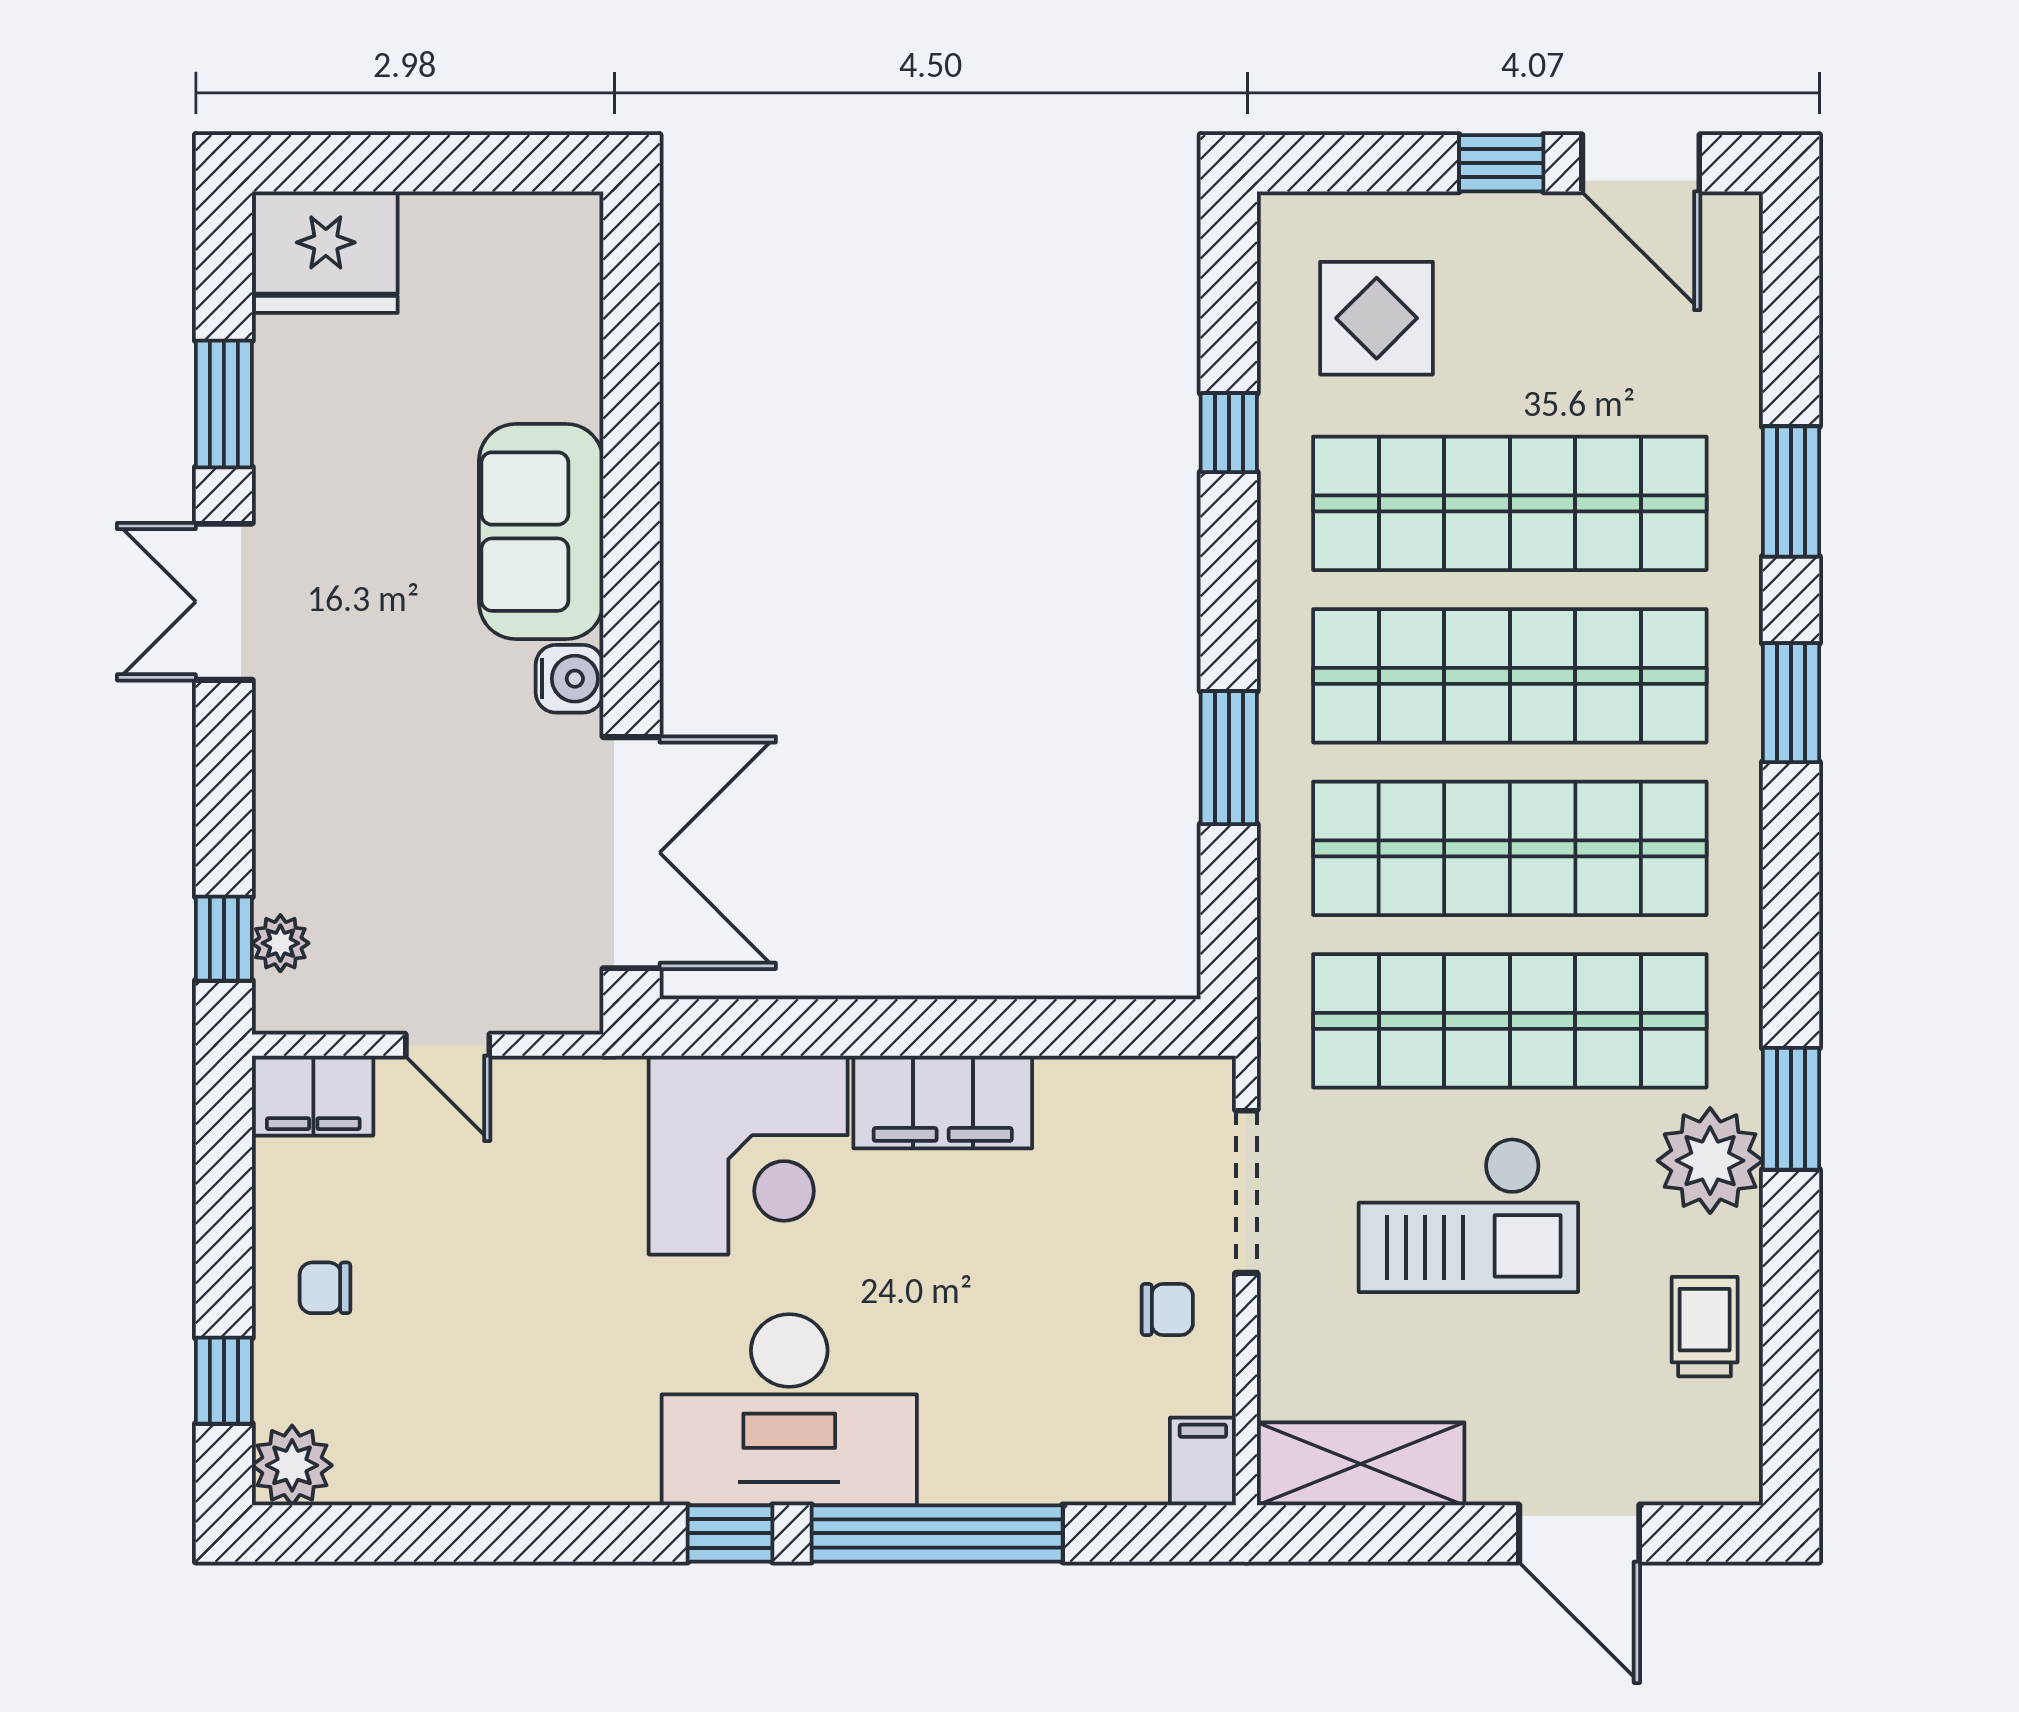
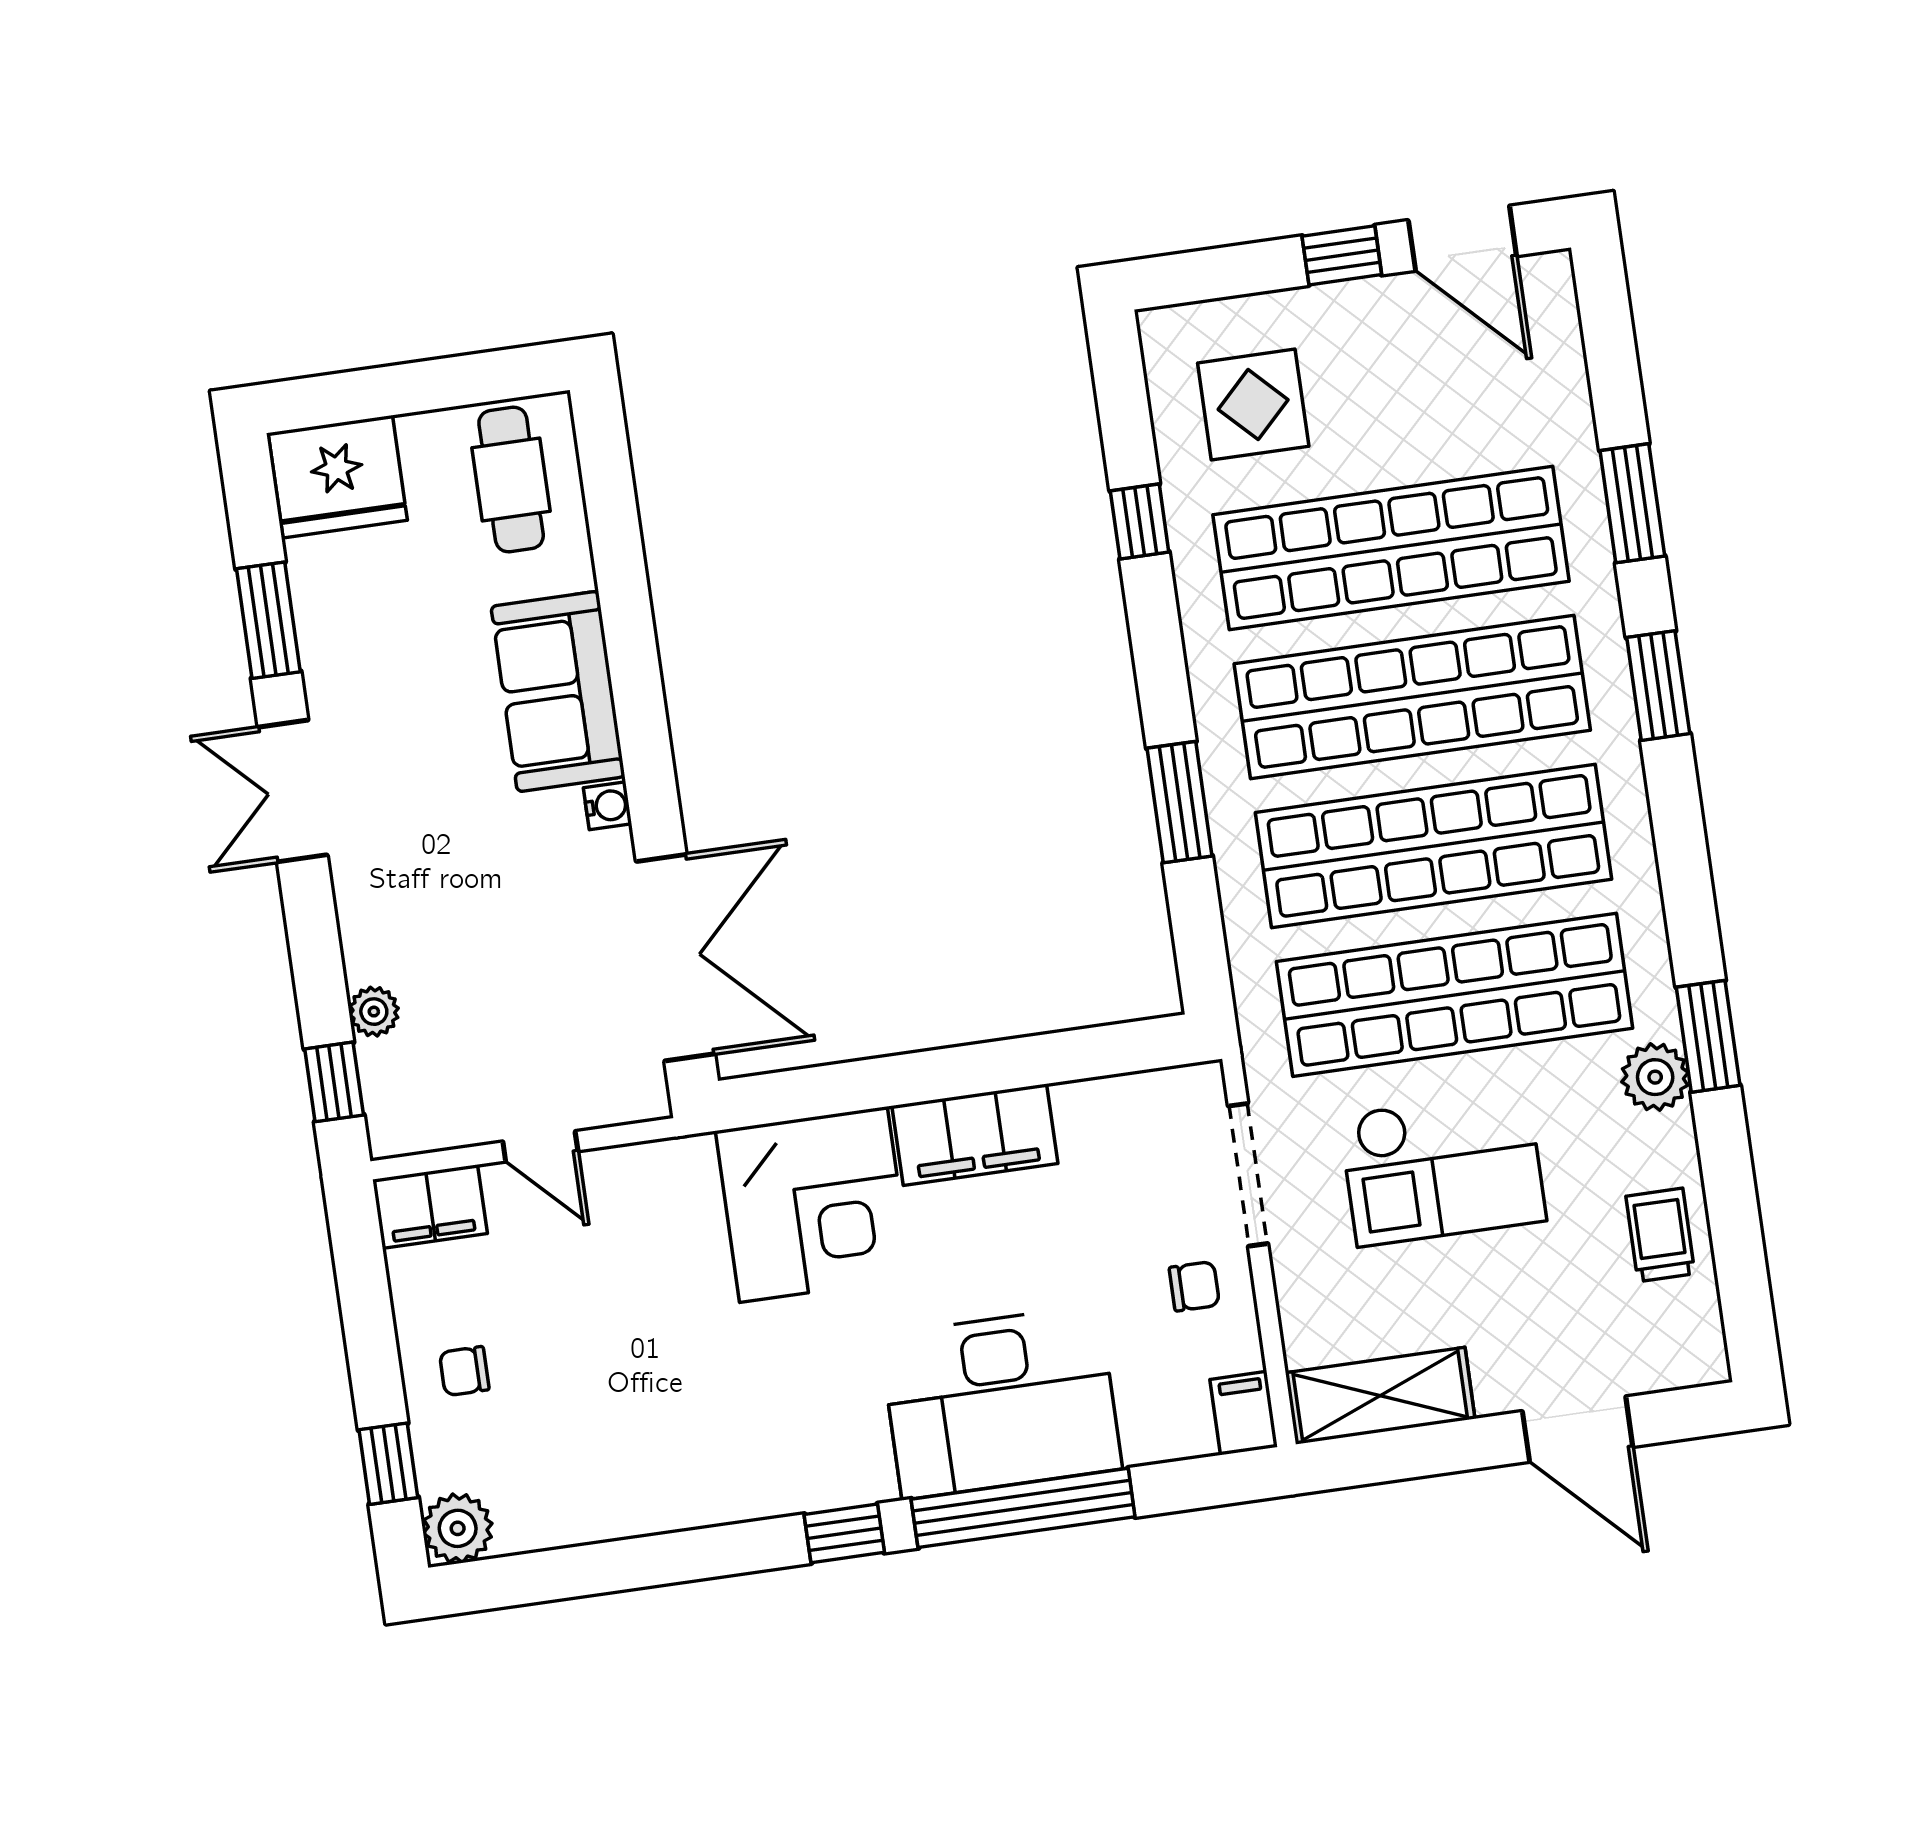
cafe table: (522, 283) -> (511, 480), added
water cooler: (569, 679) -> (607, 806), width x0.72, depth x0.72
plant: (280, 943) -> (374, 1012), moved
plant: (1710, 1161) -> (1655, 1077), width x0.73, depth x0.73
desk: (789, 1410) -> (1001, 1402), moved

